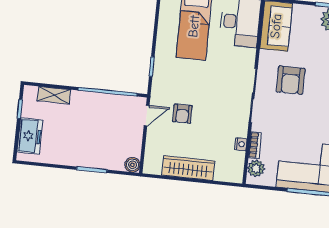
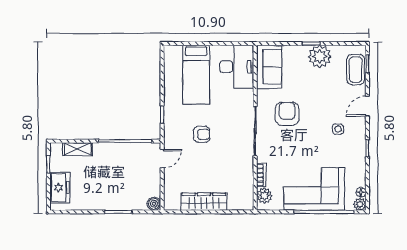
armchair: (291, 80) -> (287, 114), turned 180
armchair: (182, 114) -> (202, 134), moved, turned -90
nightstand: (241, 144) -> (249, 176), removed

